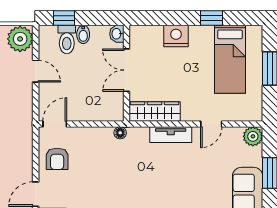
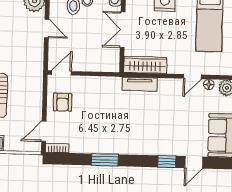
floor lamp: (120, 133) -> (209, 84), moved
tv unit: (171, 135) -> (140, 84), moved

